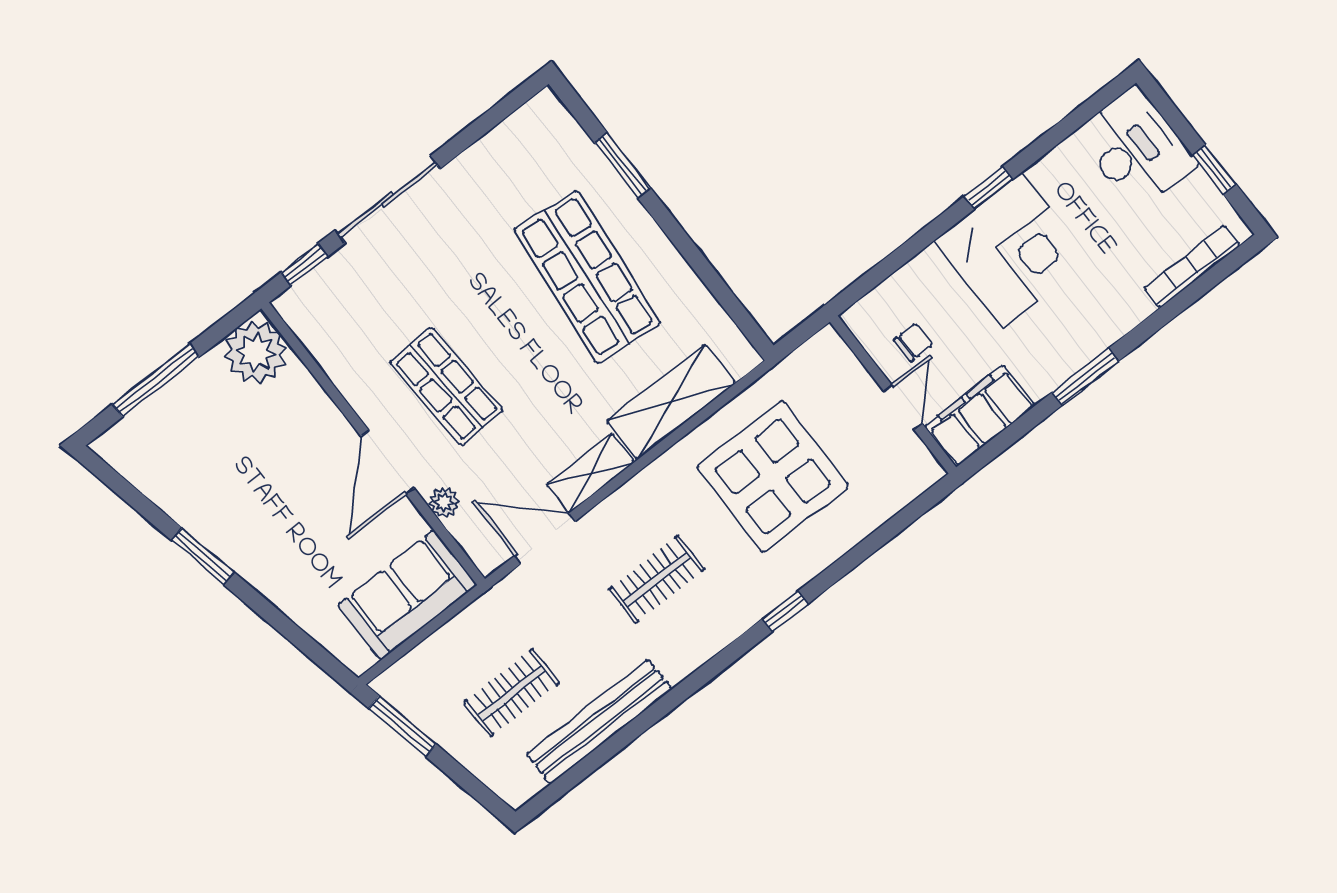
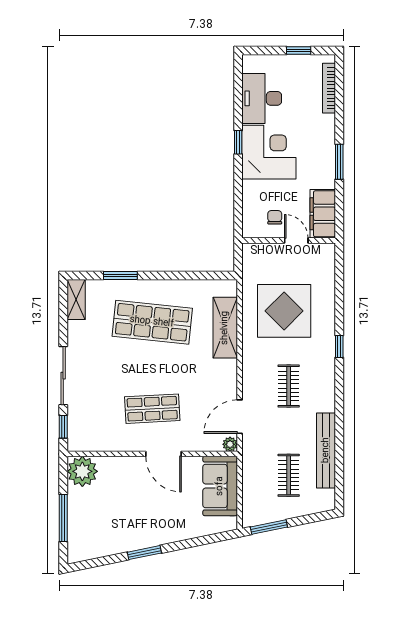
desk: (1136, 148) -> (262, 98), moved, turned -90
shelving: (590, 473) -> (76, 300), moved
plant: (444, 502) -> (230, 444), moved

